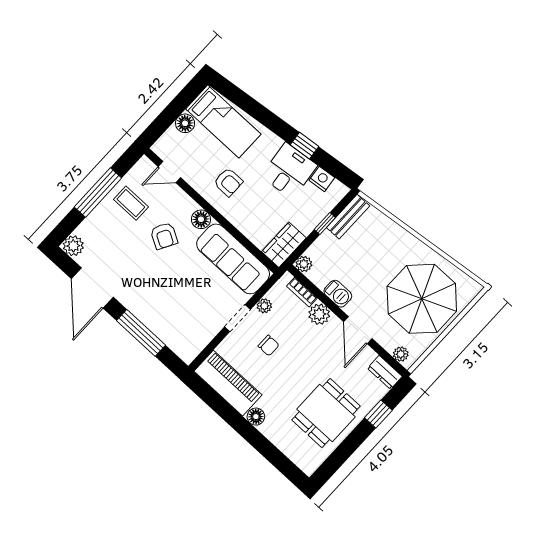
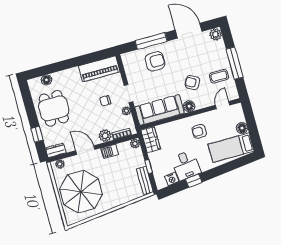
armchair: (167, 309) -> (155, 61), added
floor lamp: (256, 417) -> (46, 80), moved

